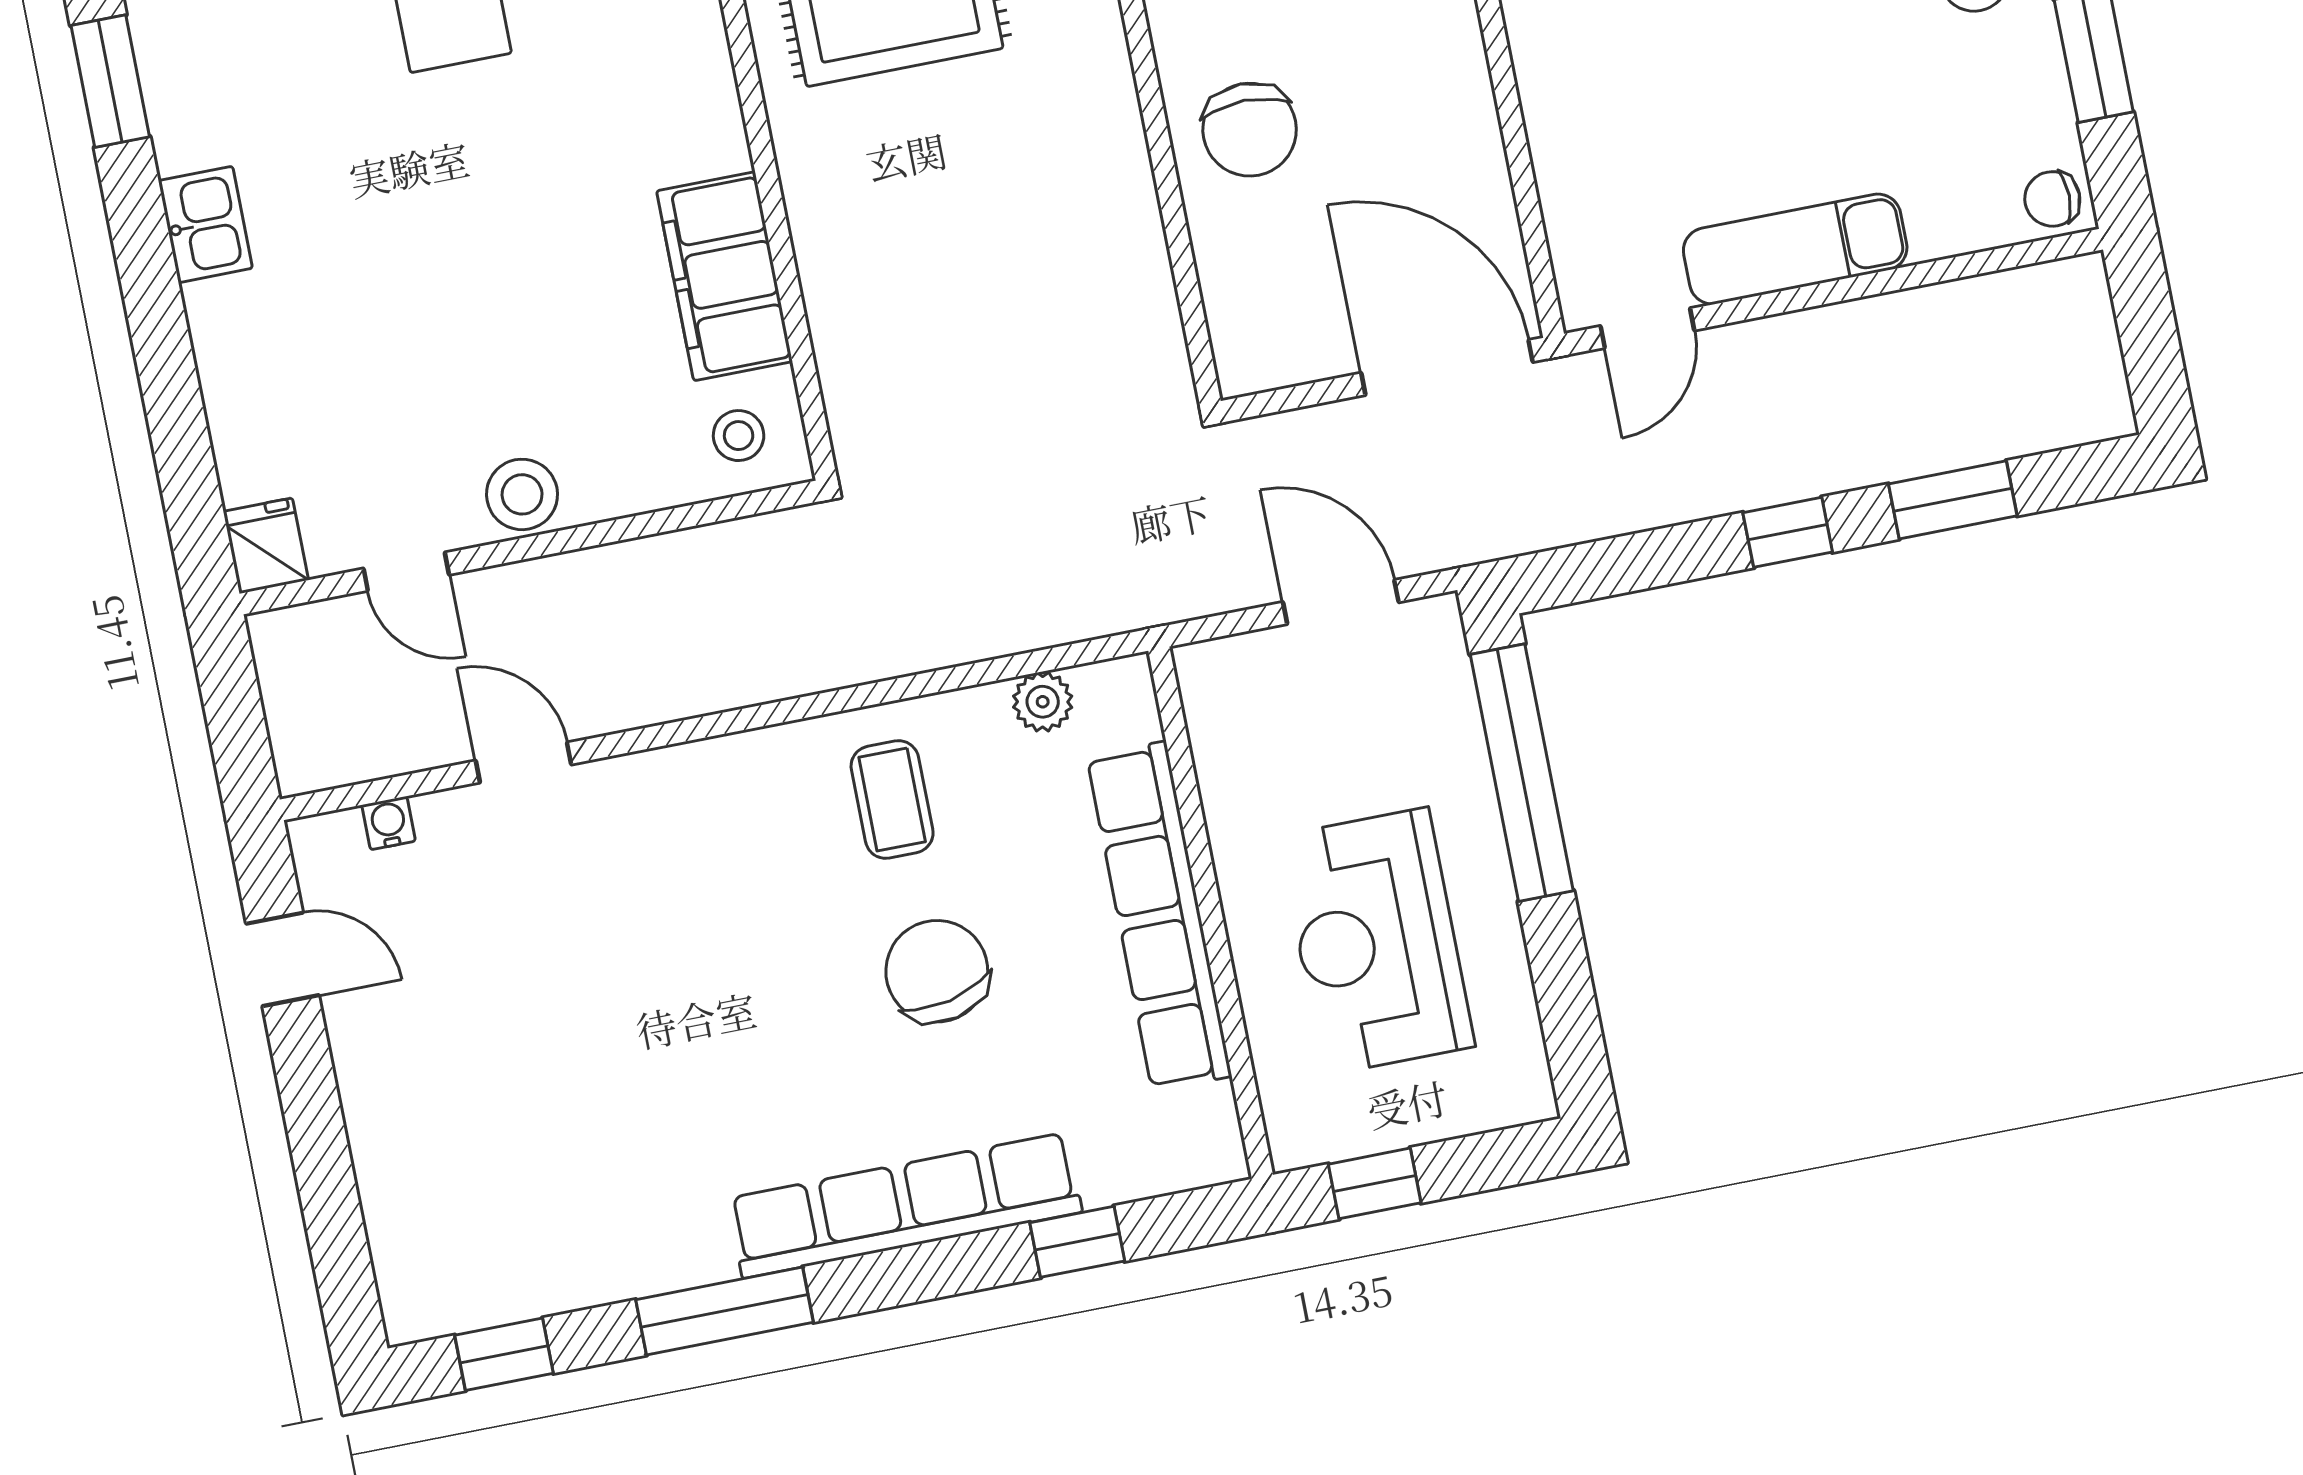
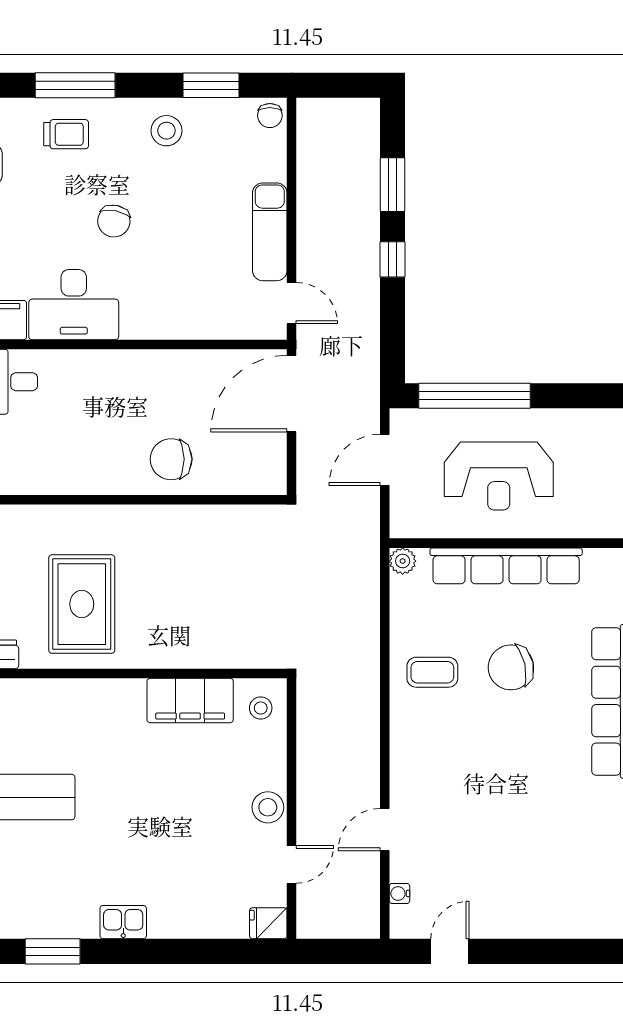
chair: (1250, 130) -> (171, 459), turned 180
plant: (1043, 702) -> (403, 561), moved
reception desk: (1376, 941) -> (499, 476), moved

